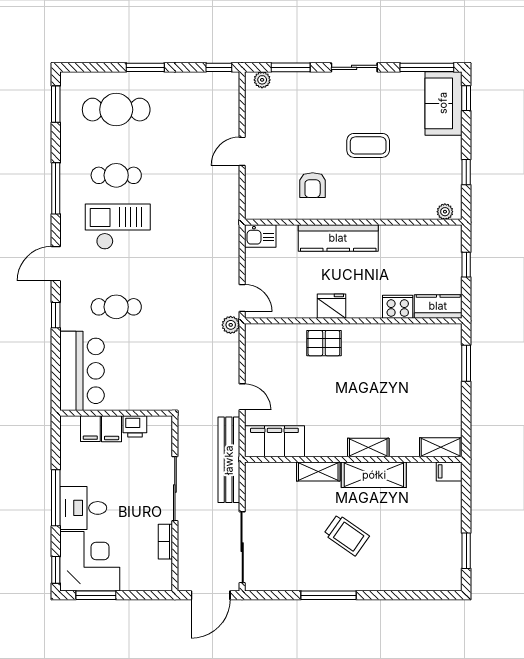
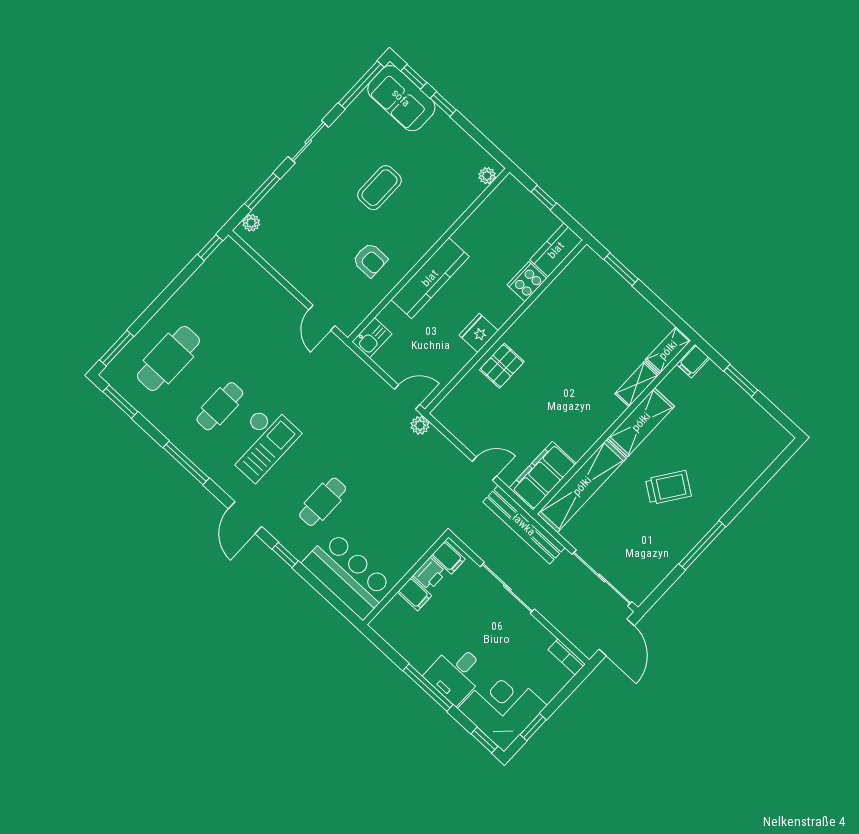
window: (145, 67) -> (117, 348), moved
door: (242, 151) -> (322, 318), moved
window: (466, 172) -> (443, 104), moved
checkout: (118, 227) -> (261, 442), turned 180
filing cabinet: (90, 429) -> (448, 557), moved
shelving: (368, 447) -> (637, 384), moved
shelving: (318, 472) -> (582, 486), width x2.20, depth x1.33
bookcase: (165, 542) -> (567, 657), moved
window: (466, 551) -> (741, 381), moved
window: (96, 595) -> (533, 727), width x0.67

